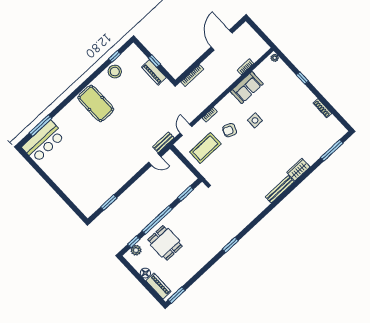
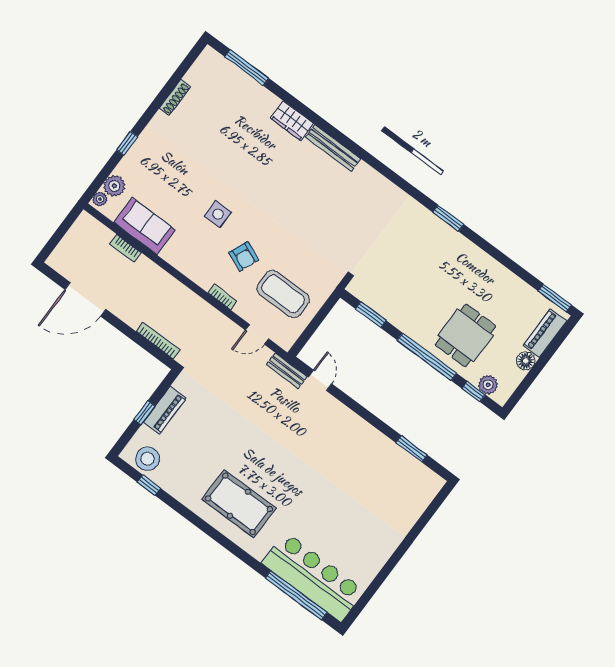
plant: (280, 67) -> (114, 186), added
stool: (115, 72) -> (148, 459), moved
sofa: (247, 88) -> (144, 226), moved
pool table: (96, 103) -> (239, 504), turned 90
window: (40, 126) -> (296, 595), width x1.46
bar counter: (43, 142) -> (313, 577), width x1.36

